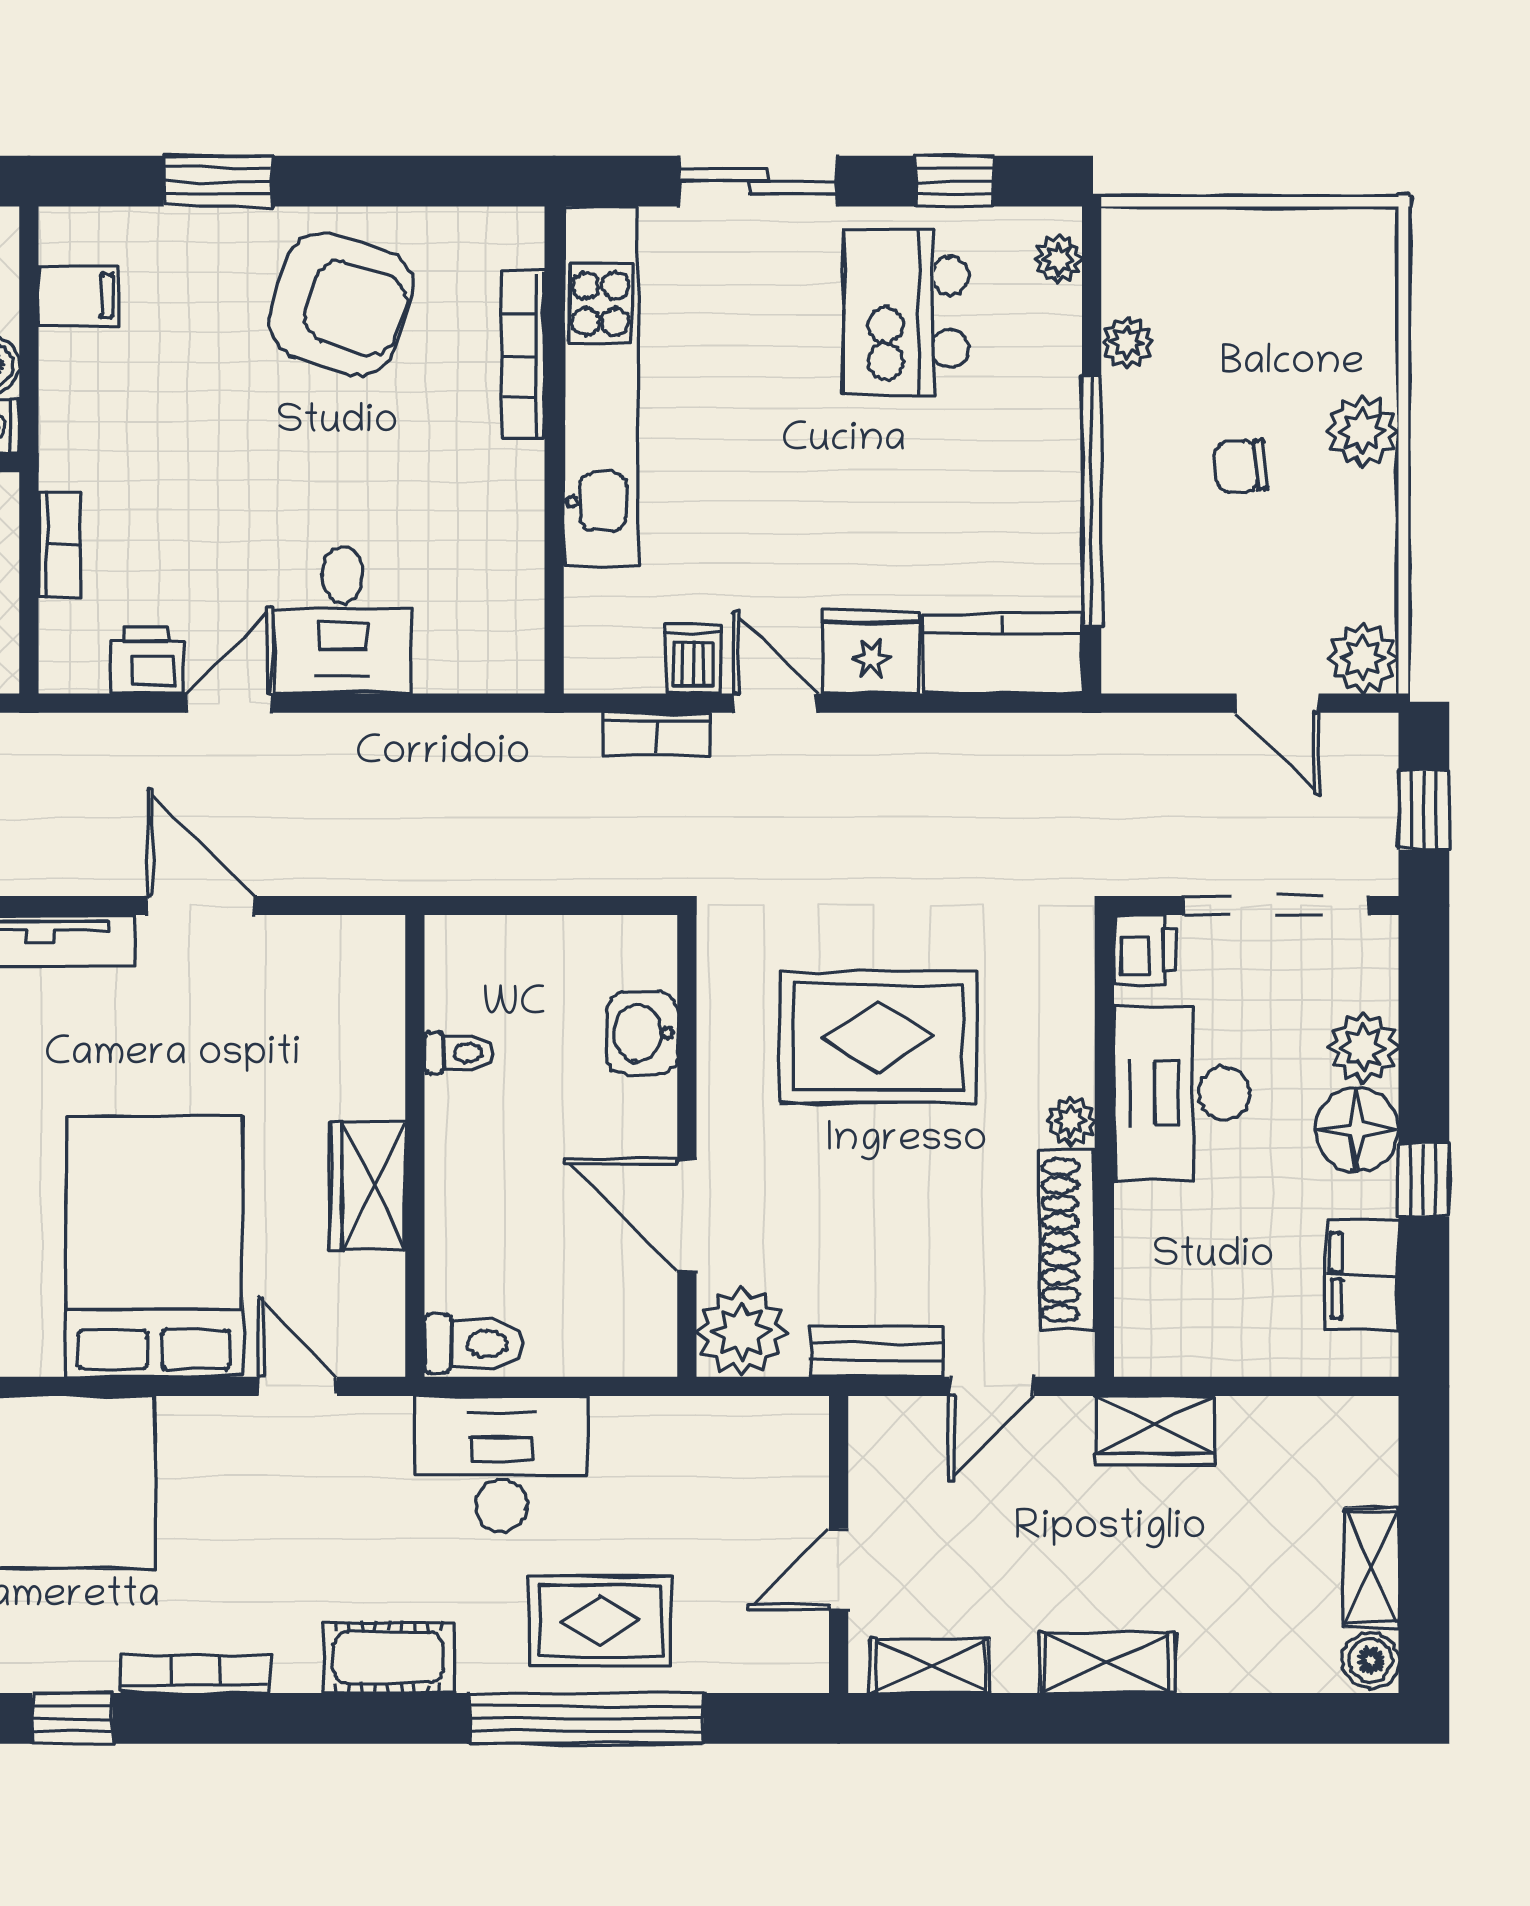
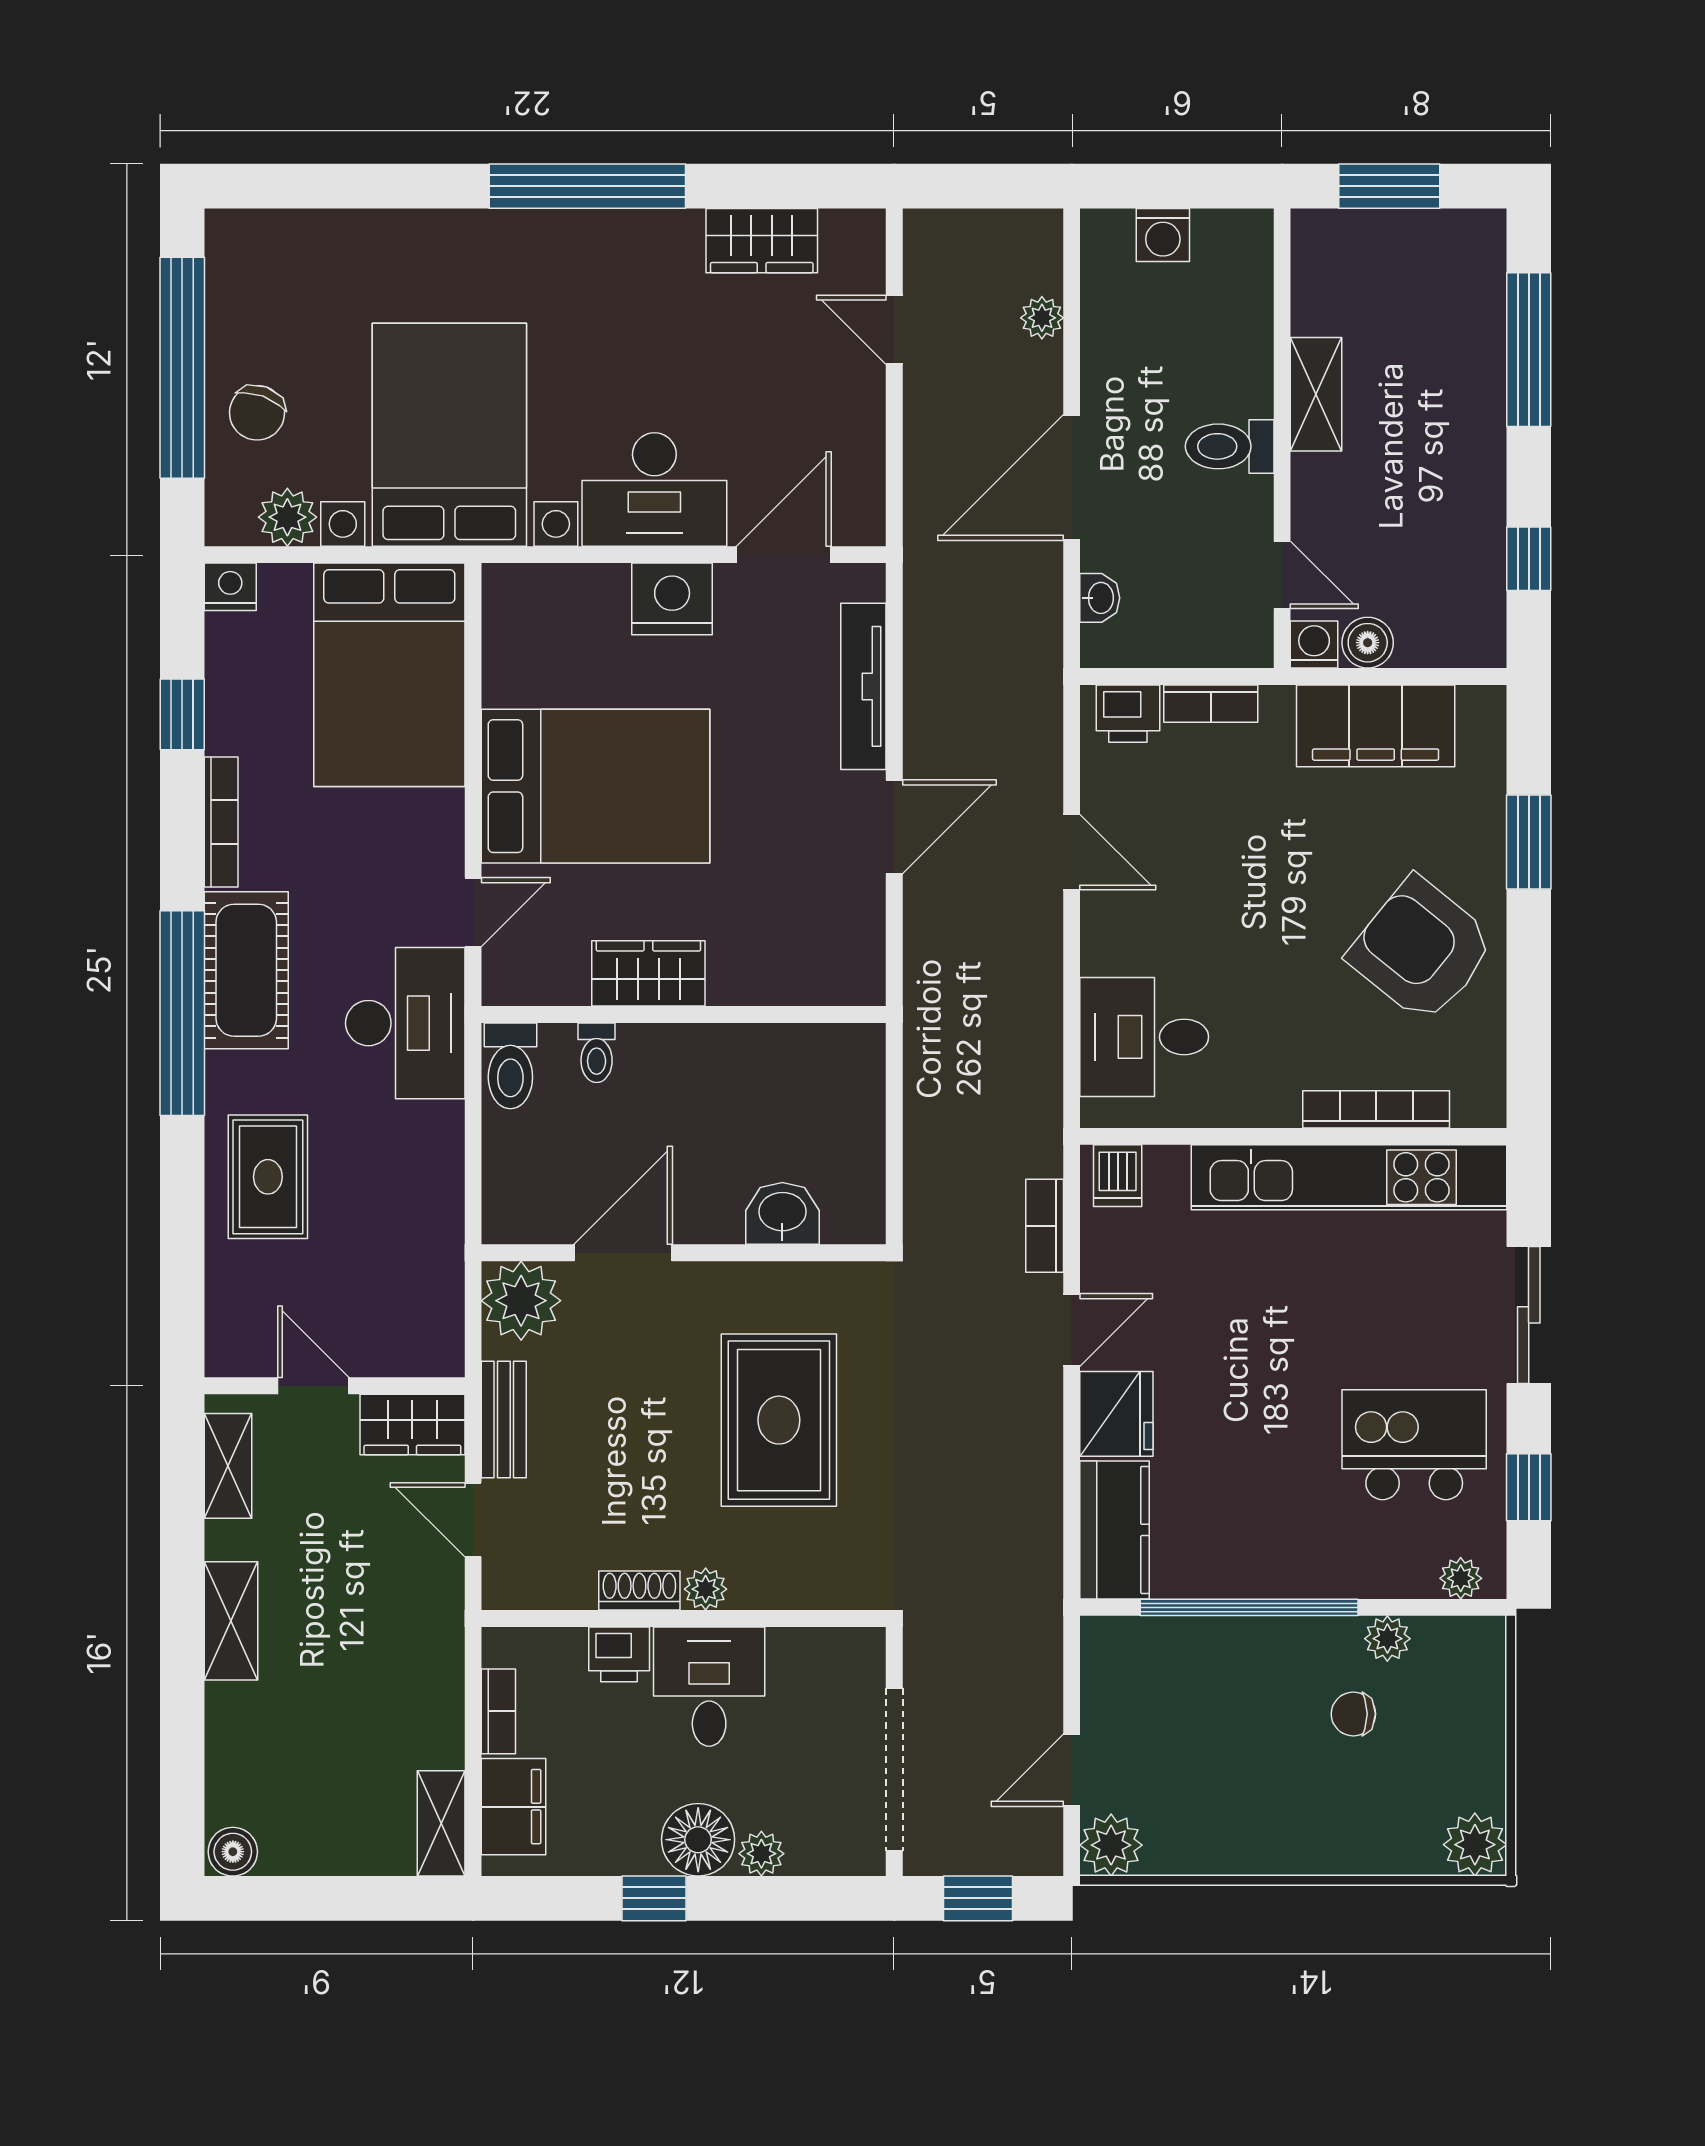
filing cabinet: (79, 296) -> (1376, 726), width x3.00, depth x1.17
armchair: (341, 304) -> (1421, 950), turned 111
plant: (1362, 431) -> (1475, 1845), moved
chair: (1241, 466) -> (1353, 1714), moved, turned -85
desk: (343, 620) -> (1144, 1037), moved
dishwasher: (693, 658) -> (1118, 1176), moved, turned 90
printer: (147, 661) -> (1128, 714), moved, turned 90
printer: (1145, 950) -> (619, 1654), moved
plant: (1363, 1048) -> (761, 1854), width x0.73, depth x0.73
toilet: (458, 1053) -> (597, 1053), moved
desk: (1182, 1093) -> (709, 1687), width x0.73
shoe rack: (1067, 1240) -> (639, 1591), width x0.51, depth x0.81
filing cabinet: (1362, 1276) -> (514, 1807), moved, turned 90
bookcase: (1210, 1357) -> (498, 1711), added
wardrobe: (1155, 1430) -> (412, 1424), moved, turned -90
desk: (502, 1464) -> (405, 1023), moved
shelving: (1371, 1567) -> (441, 1823), moved, turned 90
cot: (388, 1657) -> (246, 970), width x1.37, depth x1.34
window: (587, 1718) -> (182, 1013), moved

